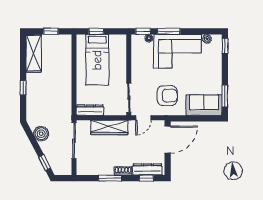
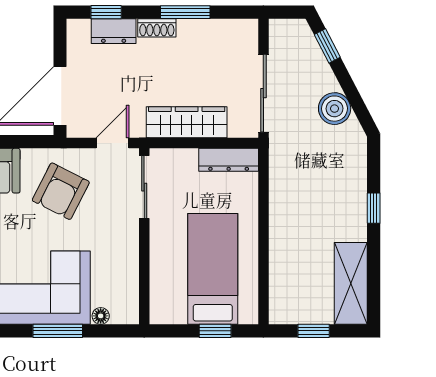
window: (143, 31) -> (113, 331), removed
armchair: (167, 96) -> (61, 191), turned -62
dresser: (147, 169) -> (114, 31), width x0.70

